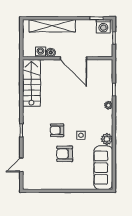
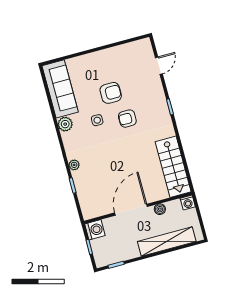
washing machine: (103, 26) -> (95, 230), moved, turned 90
washing machine: (40, 52) -> (188, 202), moved
door: (73, 58) -> (131, 210), hinge flipped
armchair: (57, 130) -> (127, 119), turned 180

